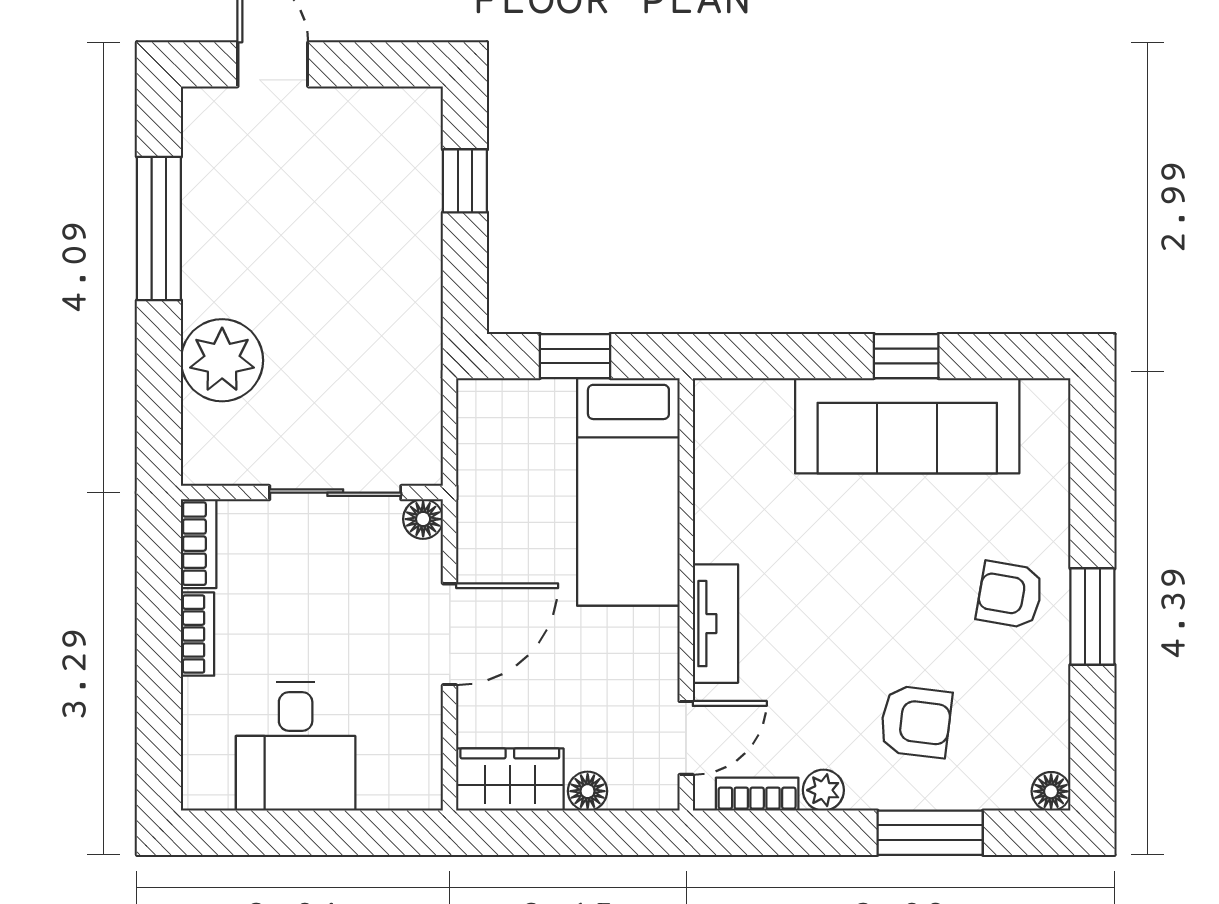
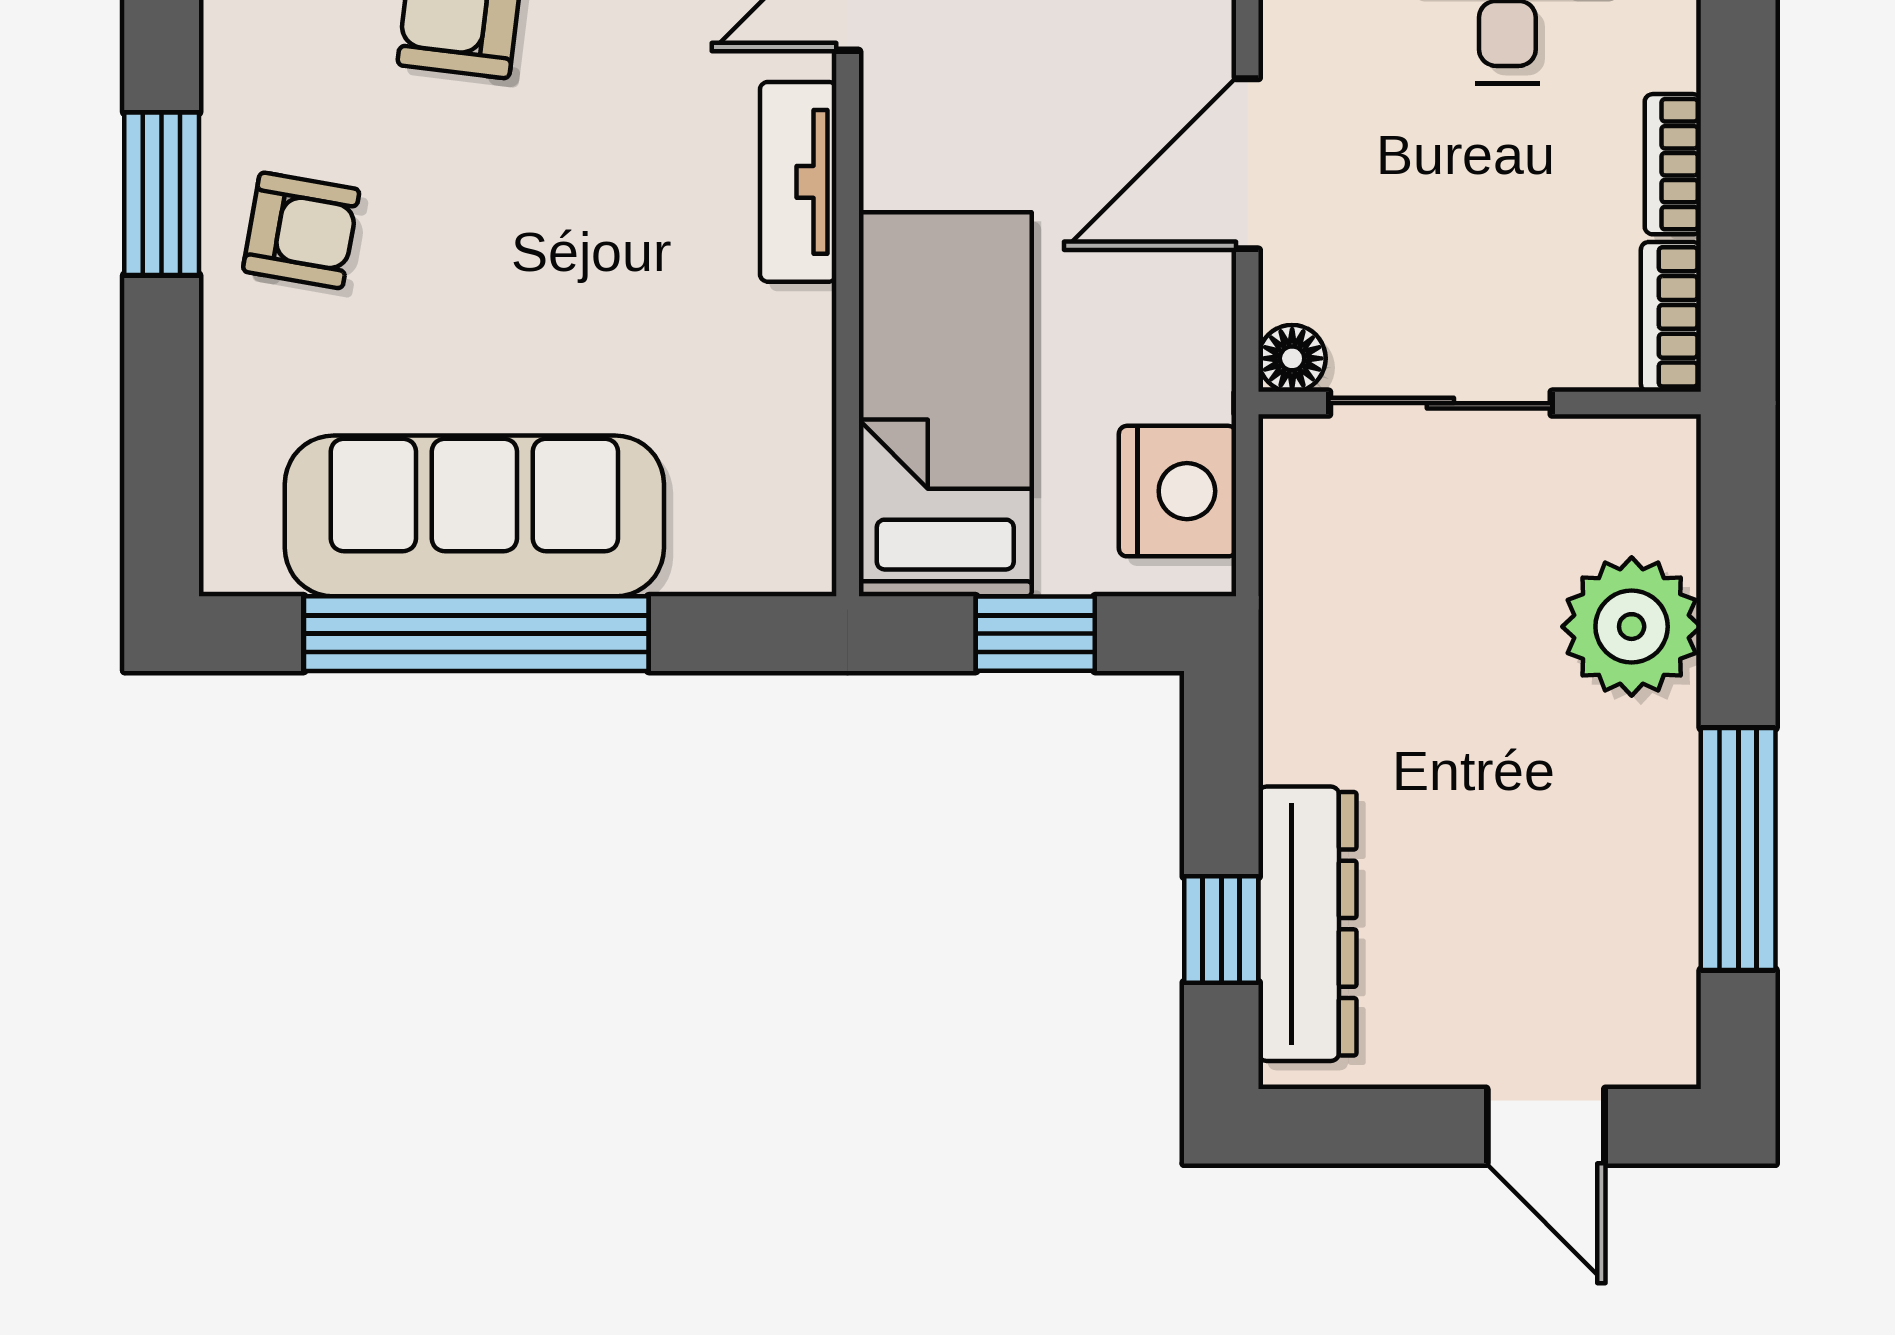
dresser: (414, 184) -> (1307, 924), added
window: (906, 356) -> (476, 634), width x3.17
nightstand: (491, 440) -> (1178, 491), added

